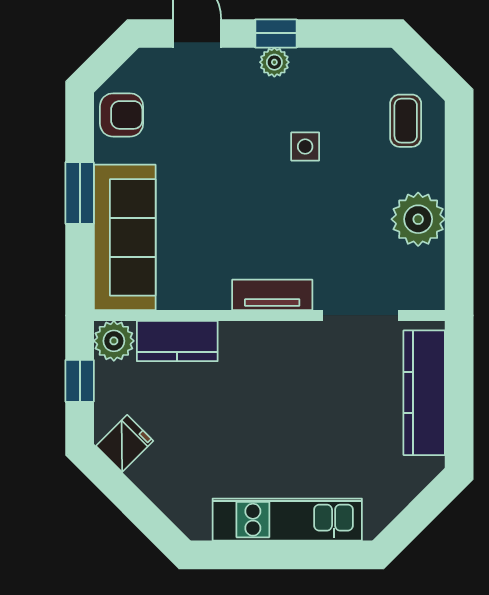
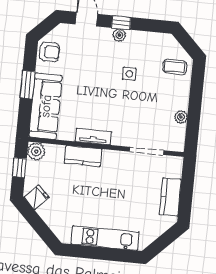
coffee table: (406, 121) -> (175, 67), turned 90
plant: (418, 219) -> (181, 117), width x0.53, depth x0.53
tv unit: (272, 295) -> (93, 137), moved
kitchen counter: (177, 341) -> (83, 156), moved
kitchen counter: (424, 393) -> (170, 197), width x0.67

